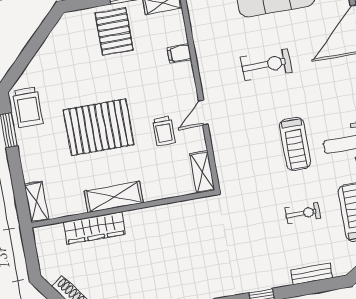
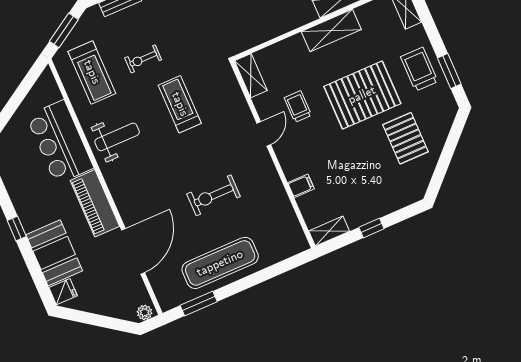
pallet: (114, 32) -> (405, 138), moved
trolley: (28, 107) -> (419, 69), moved
treadmill: (295, 144) -> (180, 104), moved

